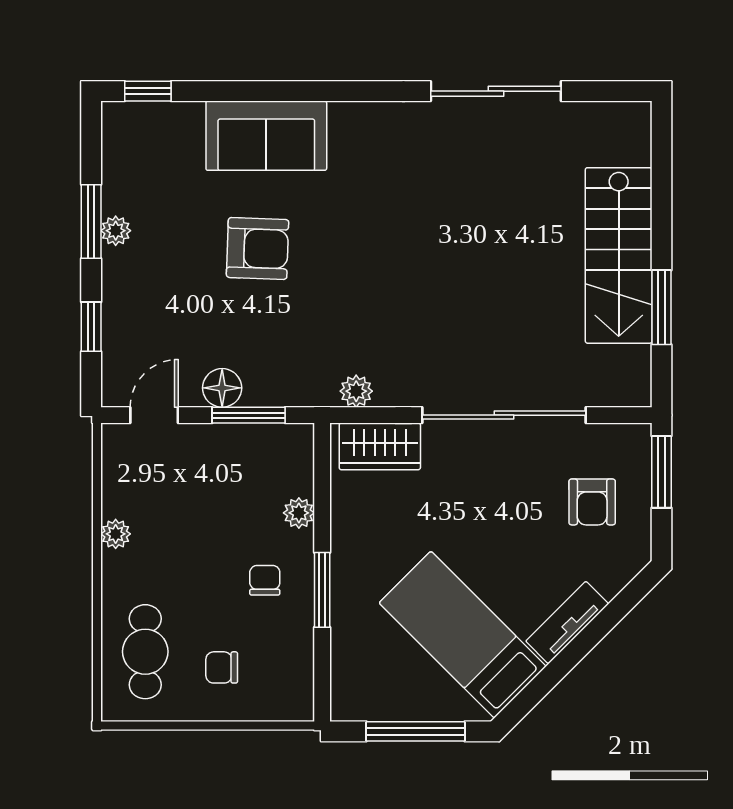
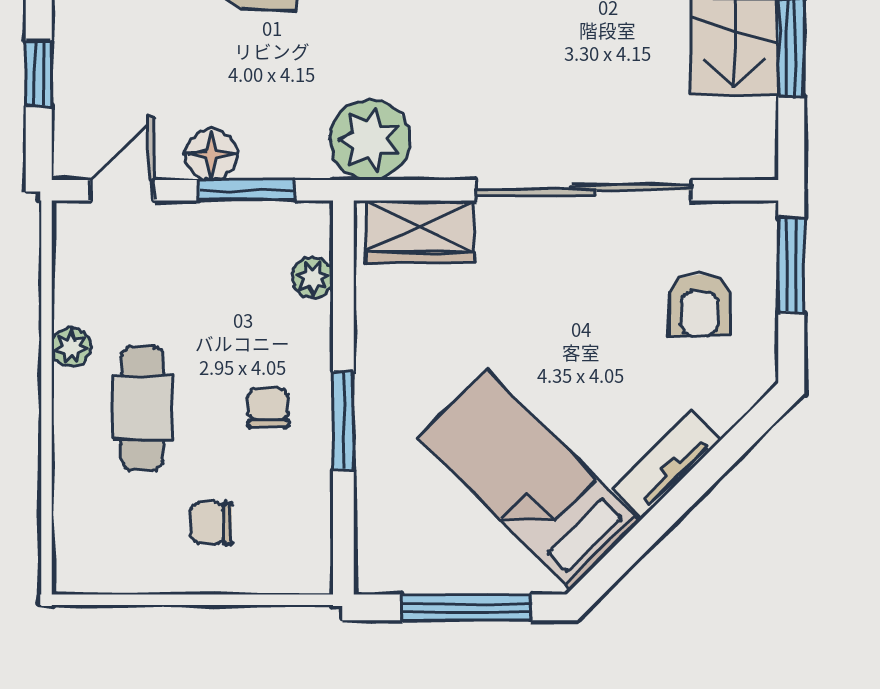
plant: (356, 391) -> (370, 140), width x1.88, depth x1.88
plant: (299, 513) -> (313, 278), moved
cafe table: (145, 652) -> (142, 408), moved

